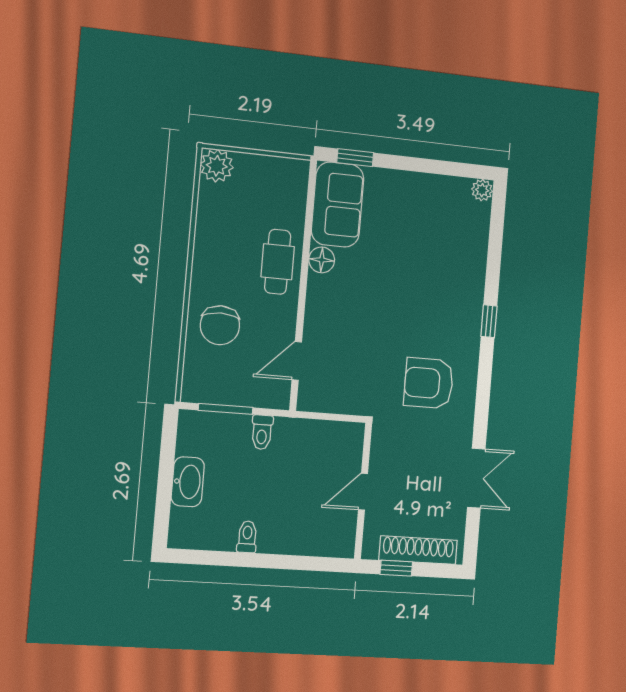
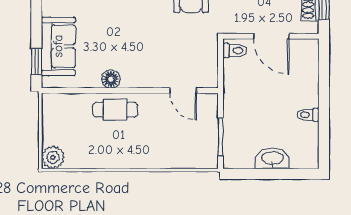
sofa: (338, 205) -> (58, 46), moved, turned 90
chair: (220, 325) -> (163, 146), removed
toilet: (262, 432) -> (235, 51), moved
door: (363, 492) -> (271, 36), width x1.38

